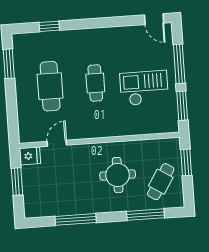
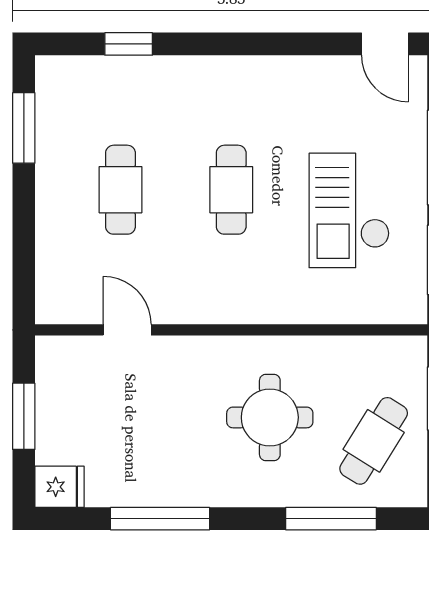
cafe table: (50, 86) -> (120, 190), width x0.73, depth x0.74
checkout: (144, 88) -> (349, 210), turned -90
door: (57, 143) -> (127, 330), hinge flipped
fridge: (30, 156) -> (60, 487), moved

